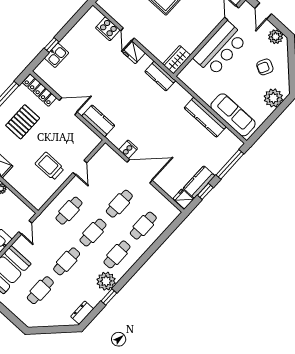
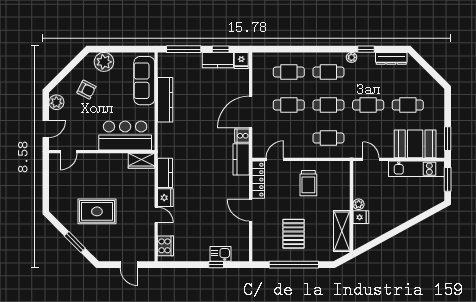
cooker: (108, 29) -> (166, 246), moved
door: (128, 34) -> (156, 215), hinge flipped
bar counter: (220, 49) -> (125, 136), moved
kitchen counter: (160, 76) -> (165, 173), moved
locker: (39, 90) -> (258, 180), moved
kitchen counter: (98, 121) -> (241, 159), moved
pallet: (23, 122) -> (294, 234), turned 90
door: (80, 168) -> (275, 159), moved
door: (140, 171) -> (251, 112), hinge flipped
door: (25, 227) -> (371, 159), hinge flipped
plant: (106, 281) -> (352, 57), width x0.53, depth x0.53
dresser: (82, 313) -> (391, 58), width x1.44

